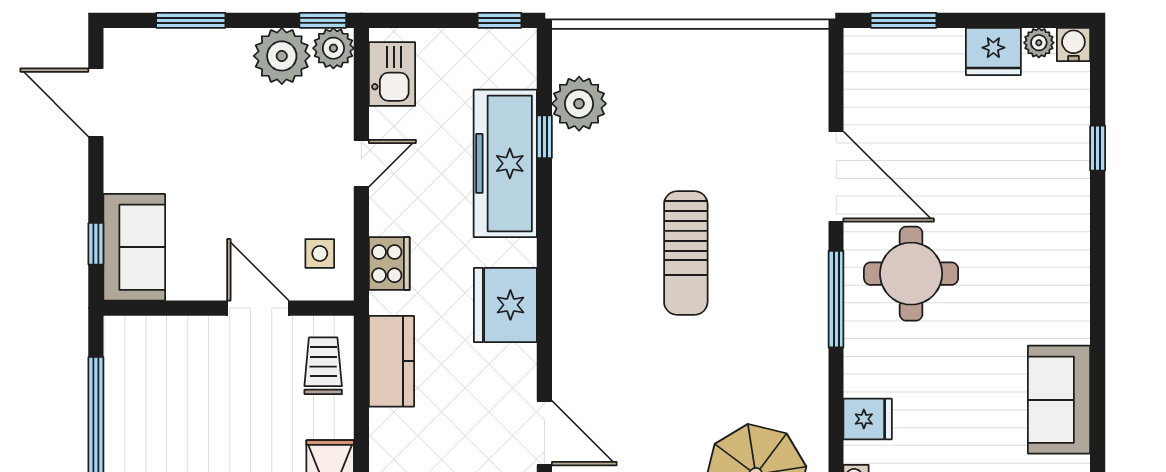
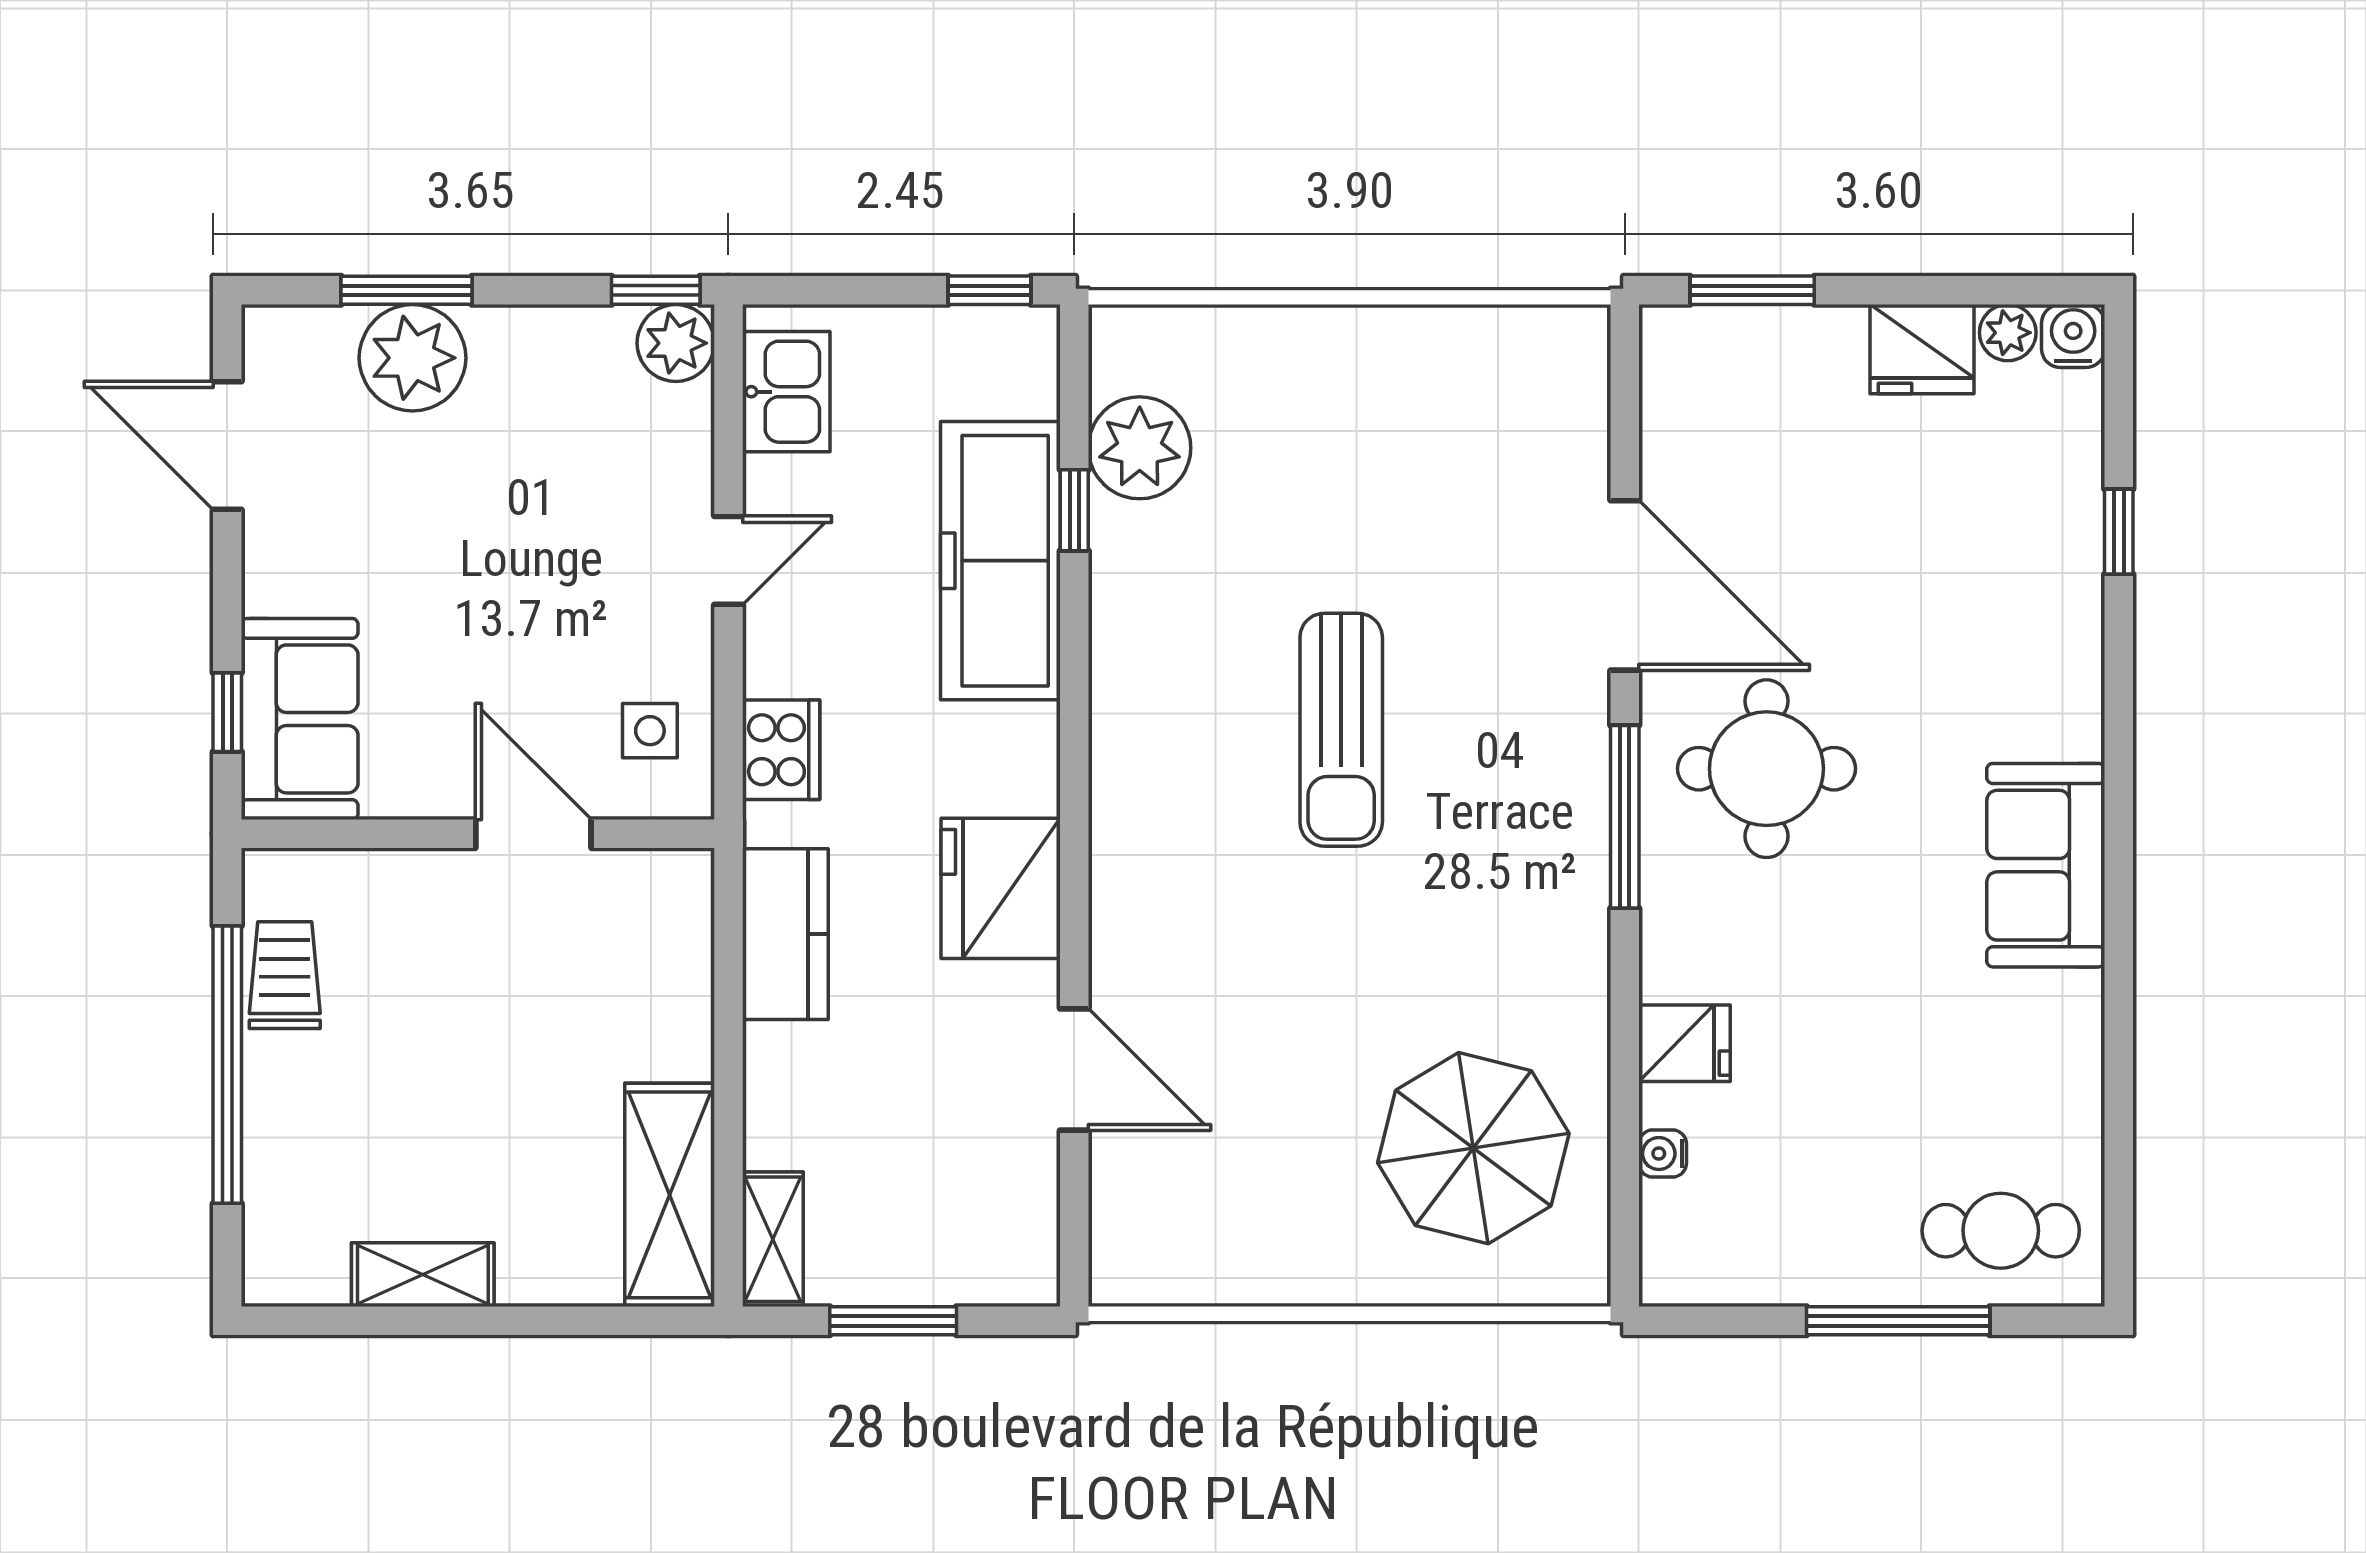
plant: (282, 56) -> (412, 358), moved
fridge: (505, 305) -> (1001, 888), moved
trolley: (323, 366) -> (285, 975), moved
sofa: (1059, 400) -> (2046, 865), moved

